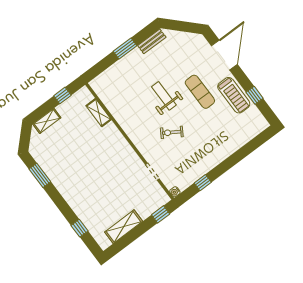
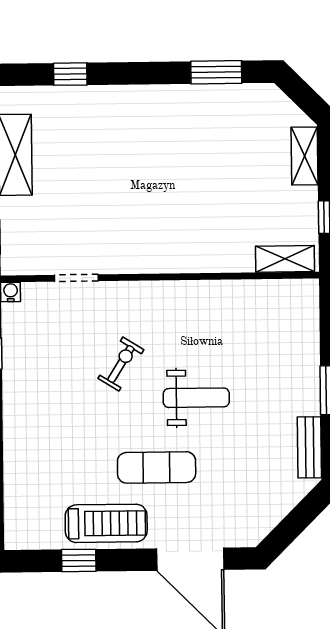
treadmill: (234, 95) -> (106, 523), turned 180
shelving: (99, 113) -> (285, 259), moved

